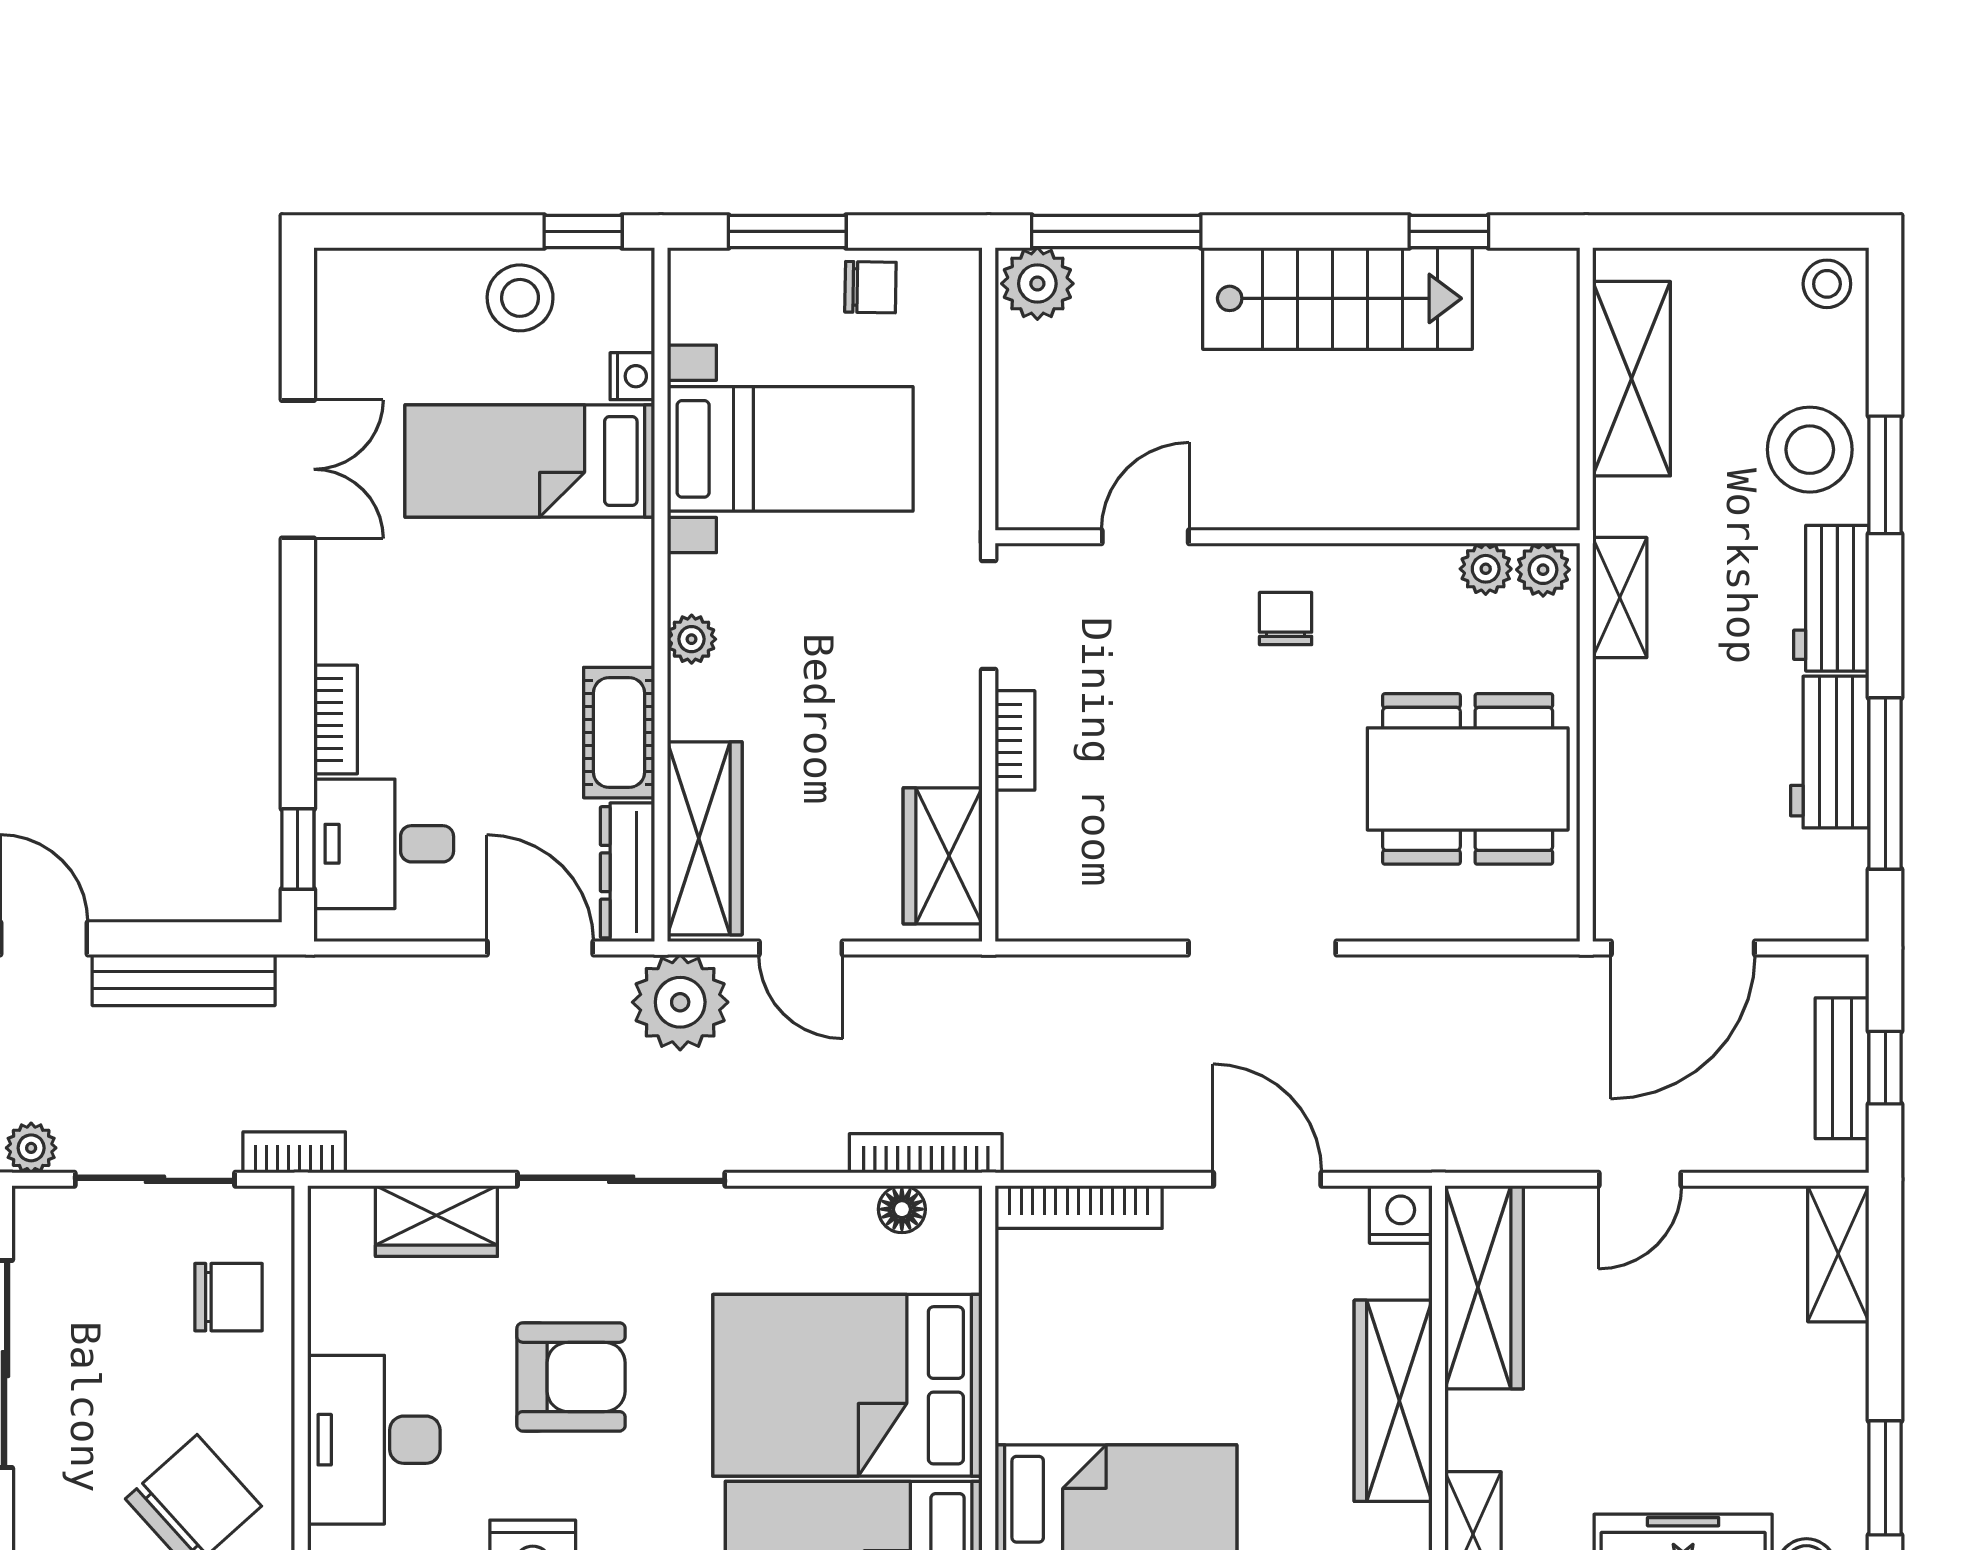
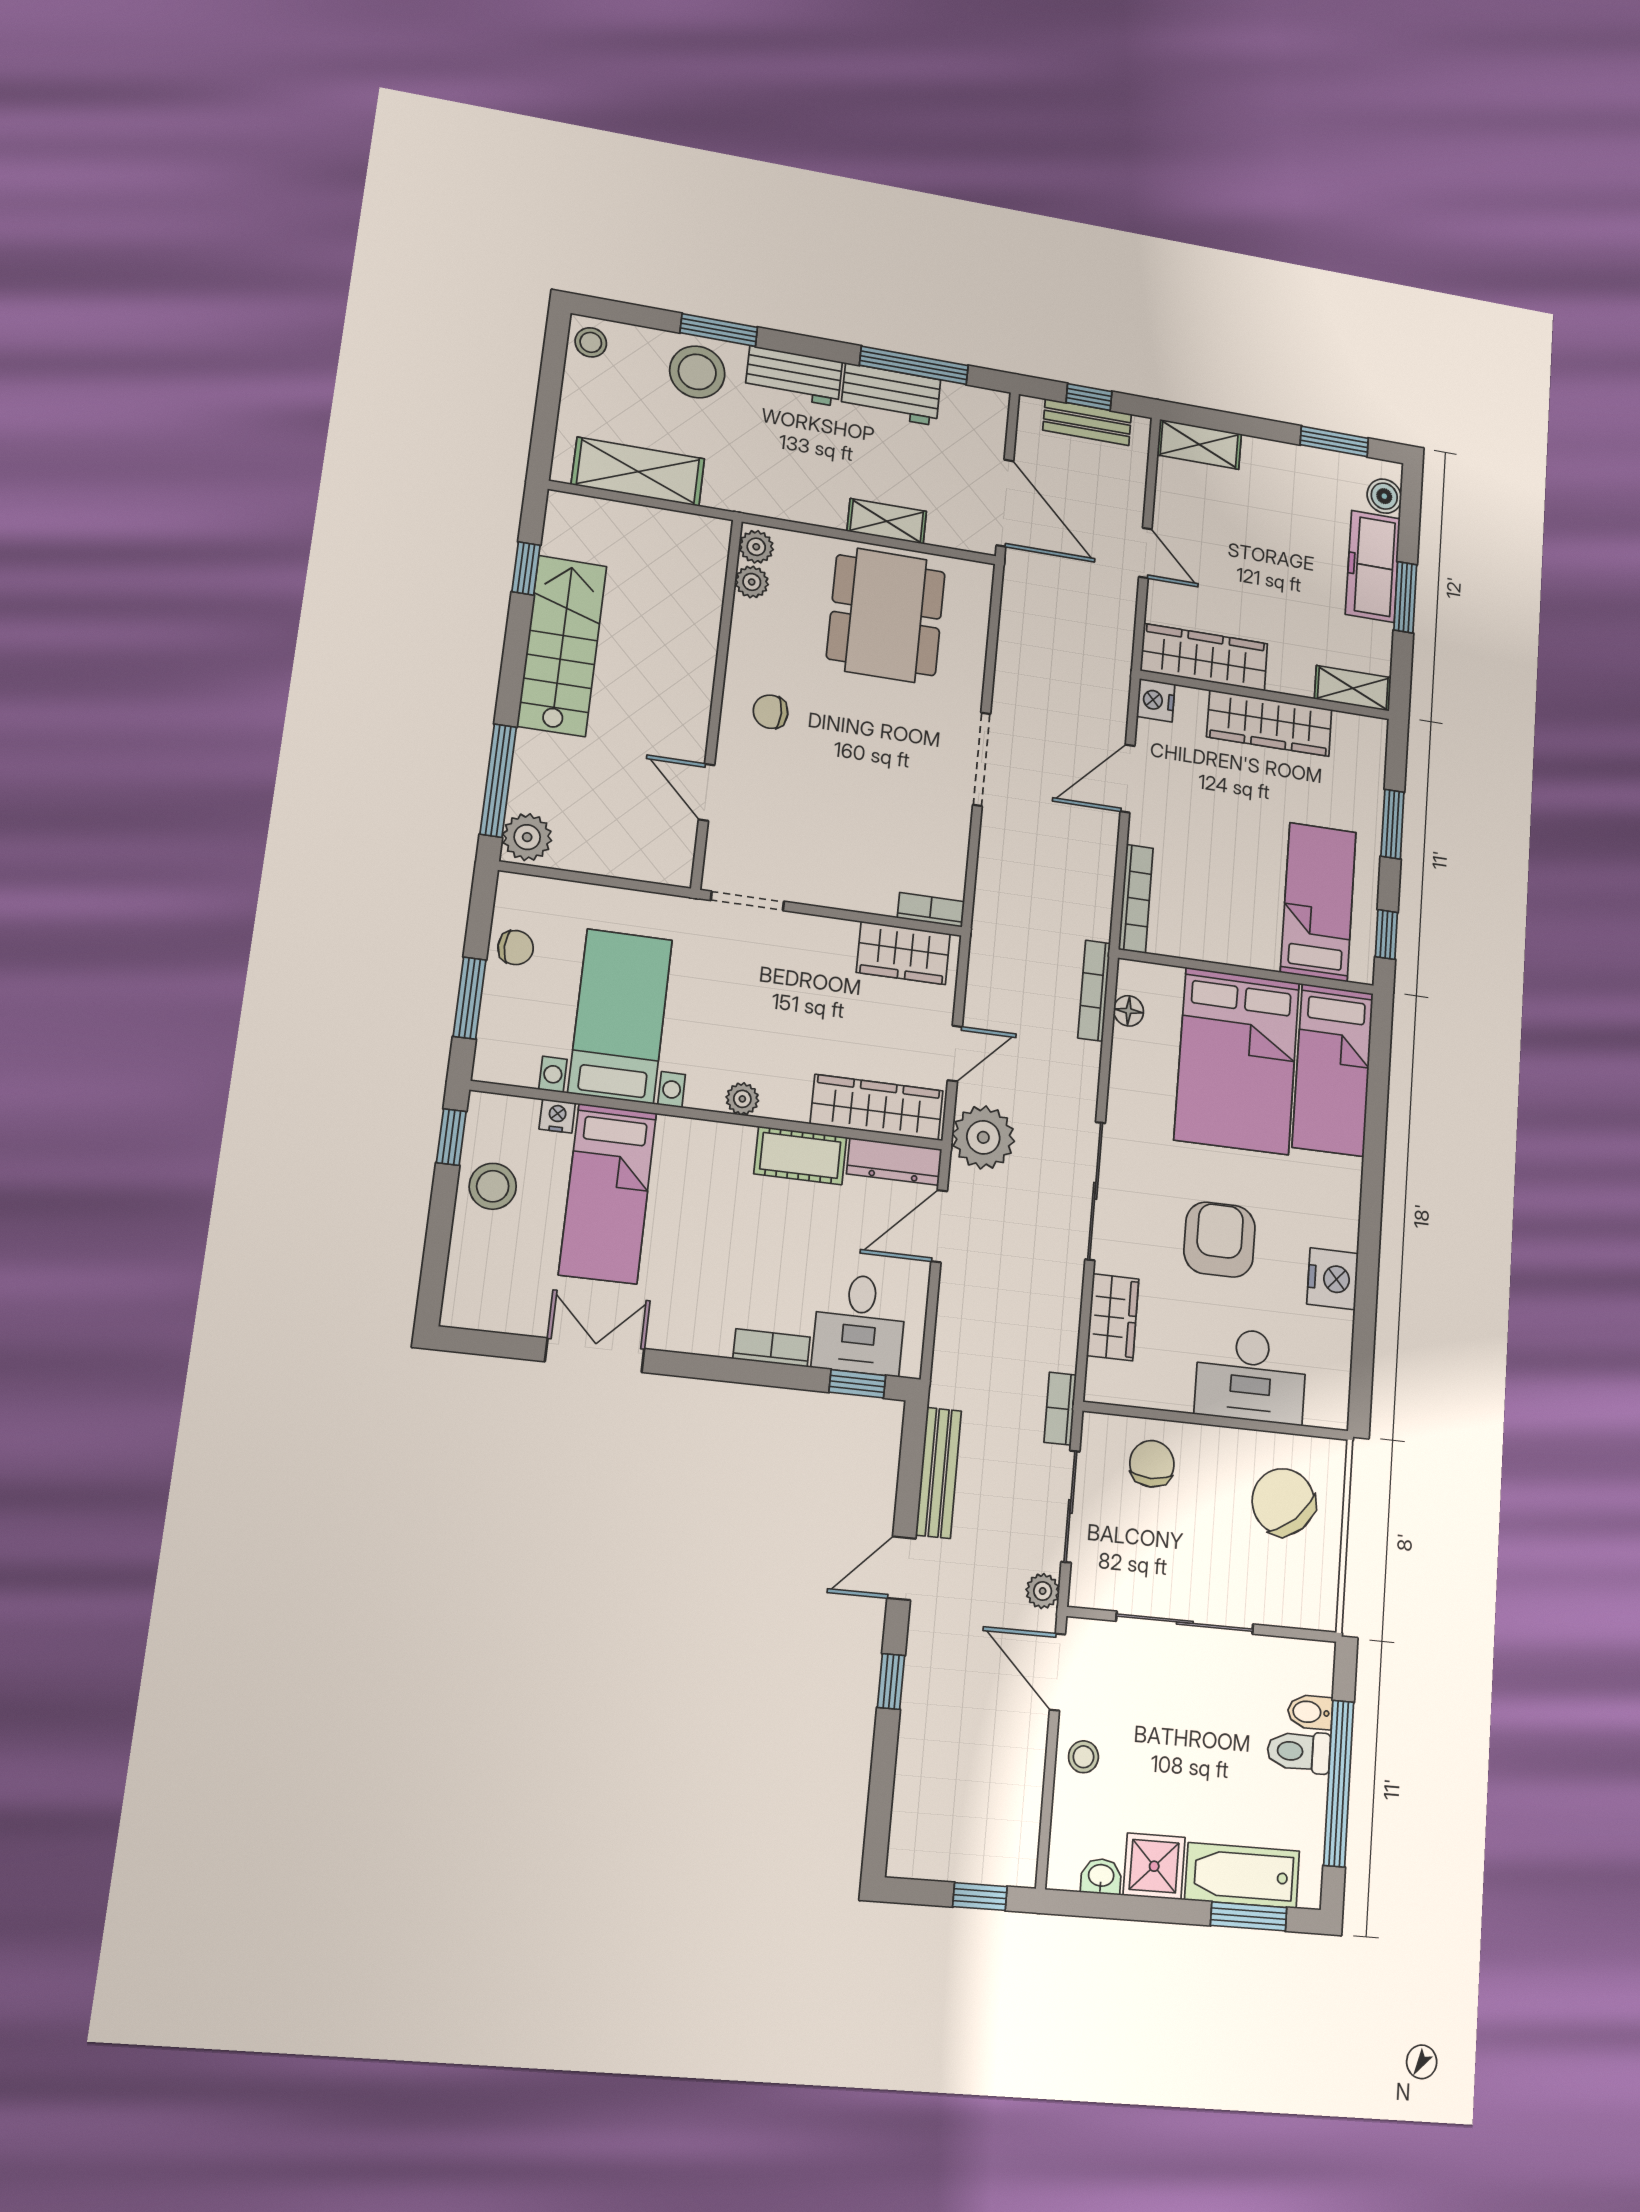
chair: (870, 287) -> (516, 948), turned 89
shelving: (1620, 598) -> (887, 521), moved
bookcase: (1015, 740) -> (931, 910), moved

